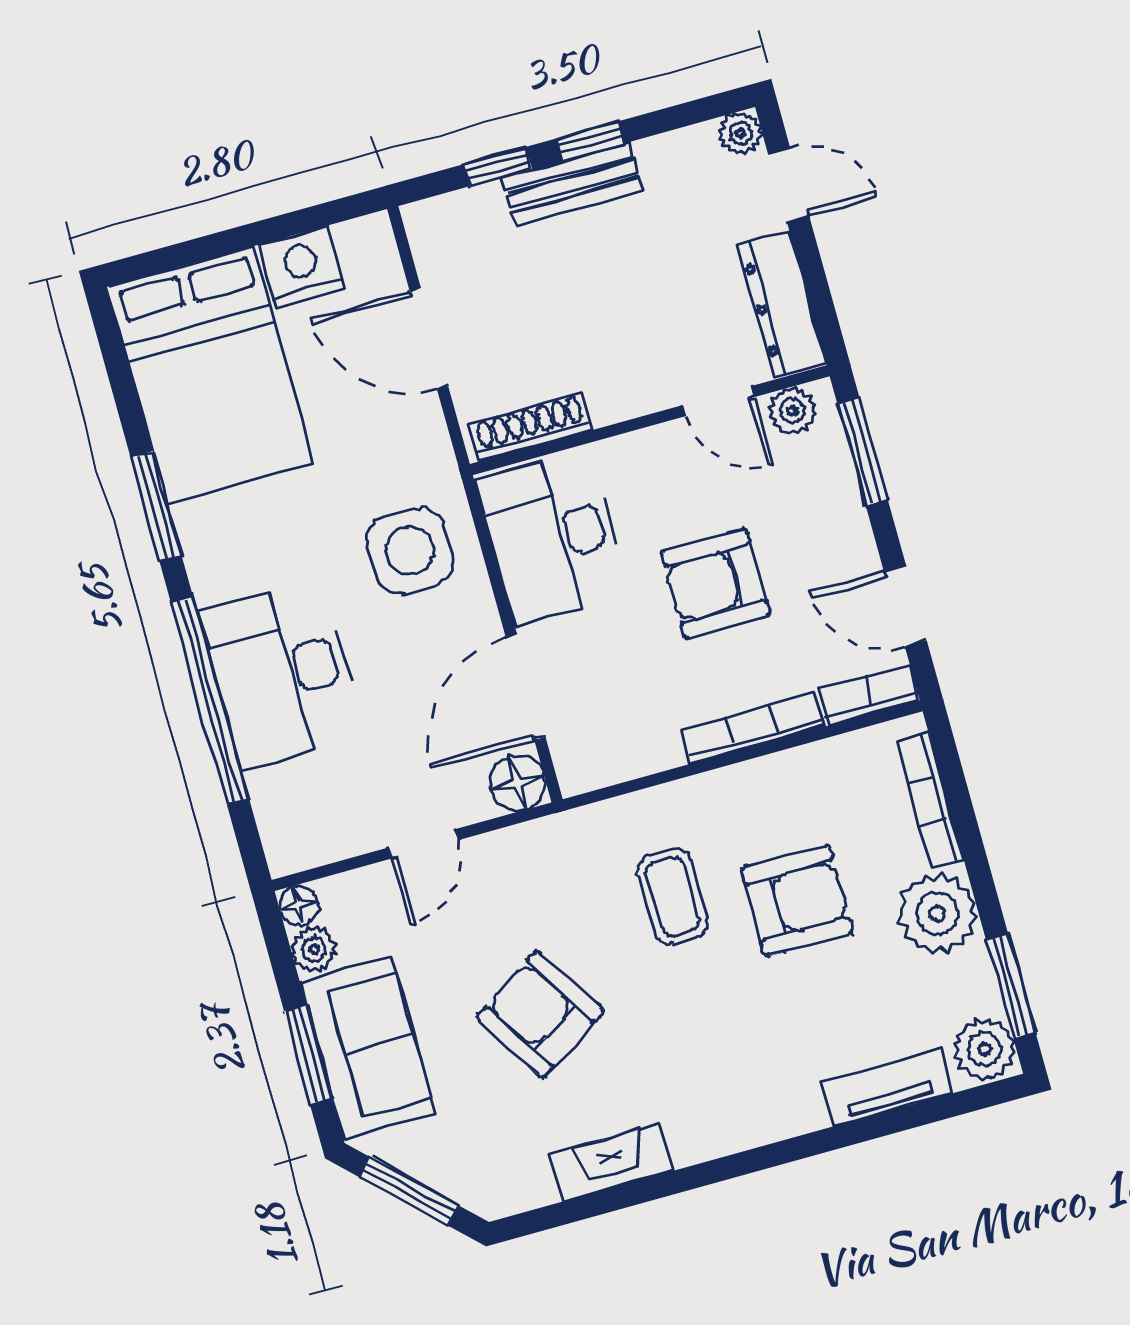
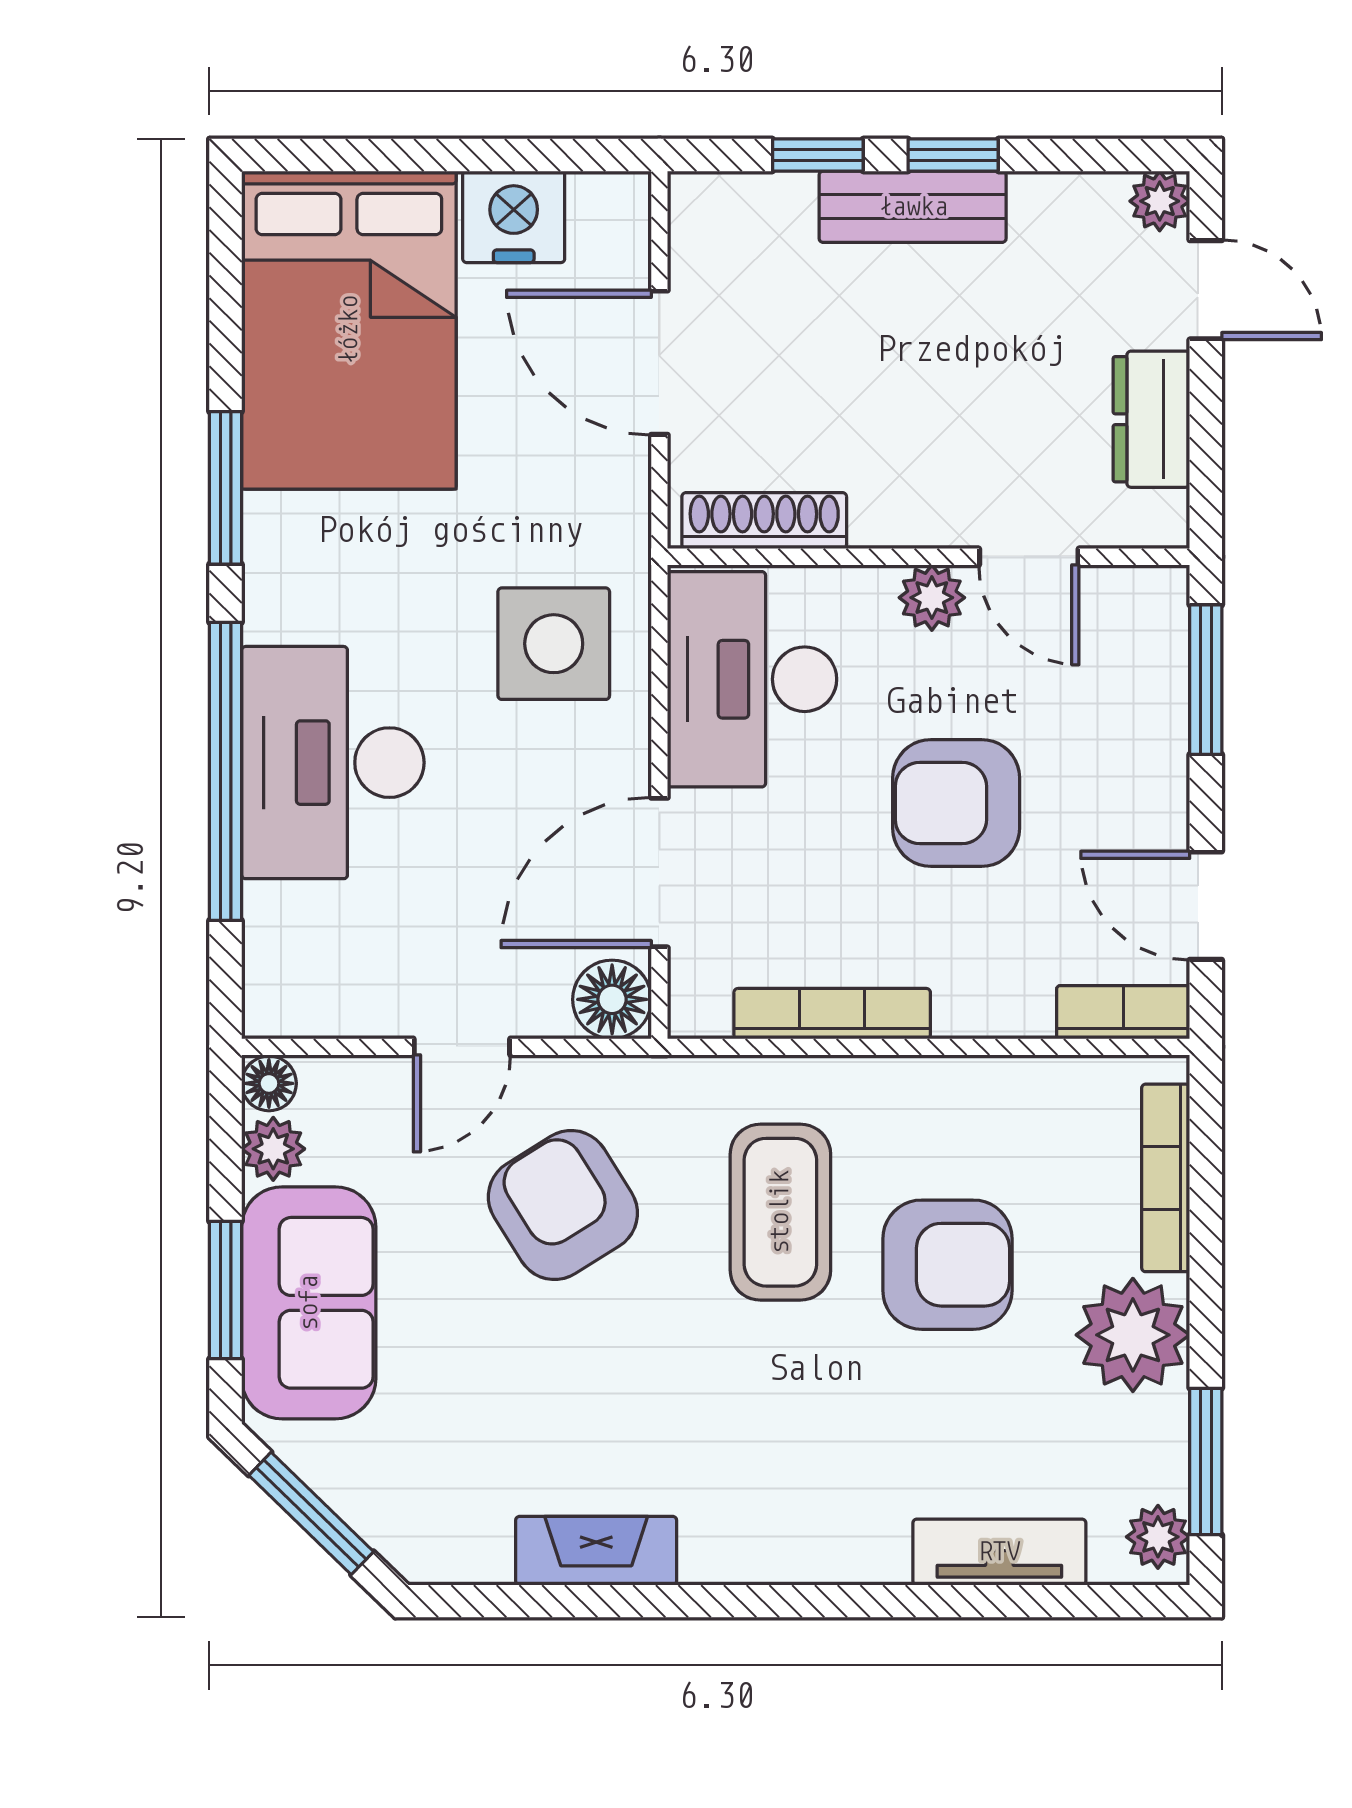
dresser: (782, 304) -> (1151, 419), width x0.70
plant: (792, 411) -> (932, 598), moved
bookcase: (752, 728) -> (832, 1014), moved
coffee table: (673, 896) -> (780, 1212), width x1.36, depth x1.30
armchair: (540, 1014) -> (563, 1205), moved
plant: (984, 1049) -> (1158, 1537), width x0.73, depth x0.73

